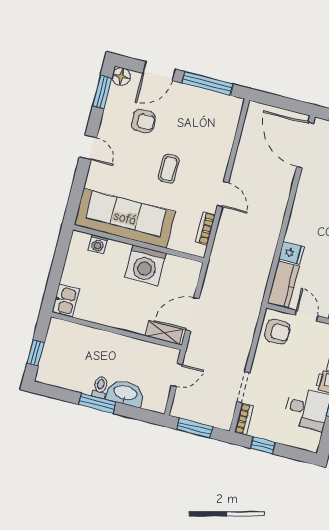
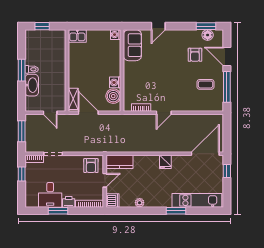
floor lamp: (121, 77) -> (208, 35), moved
door: (88, 147) -> (158, 26), moved
coffee table: (169, 169) -> (206, 84), moved
sofa: (125, 218) -> (132, 45), width x0.54, depth x0.79
washing machine: (98, 244) -> (116, 35), moved
fridge: (291, 253) -> (165, 162), moved
washing machine: (145, 265) -> (115, 82), width x0.53, depth x0.53
boiler: (176, 268) -> (113, 96), added

